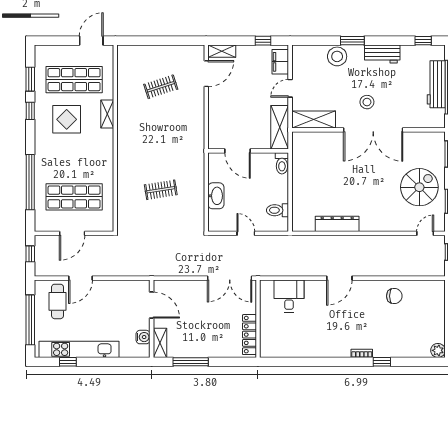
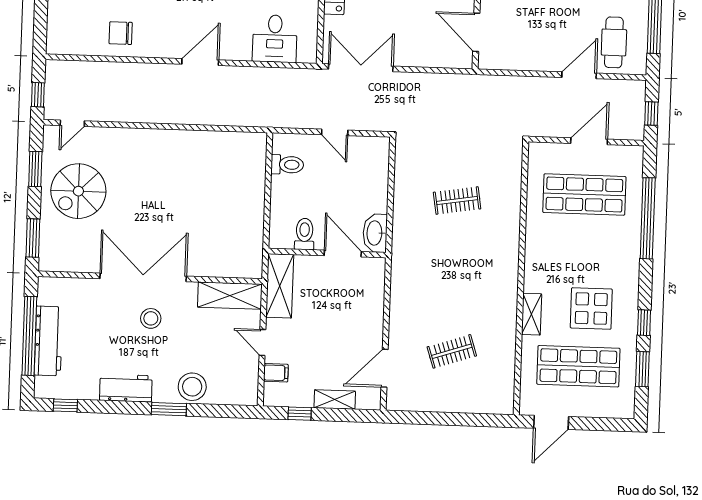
shelving: (222, 51) -> (335, 400), moved
filing cabinet: (280, 62) -> (276, 373), width x0.50
door: (290, 88) -> (262, 342), swing flipped
toilet: (282, 163) -> (304, 234), moved
washbasin: (216, 196) -> (375, 233), moved
dresser: (337, 224) -> (201, 141), removed

